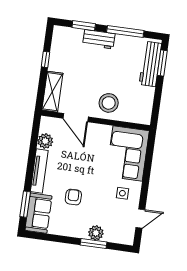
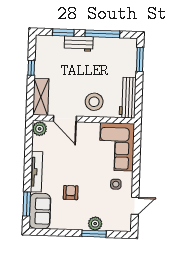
workbench: (150, 64) -> (128, 98), moved
plant: (45, 141) -> (40, 129), moved

